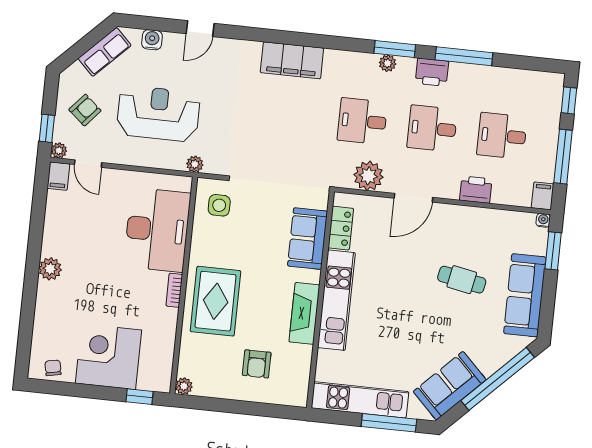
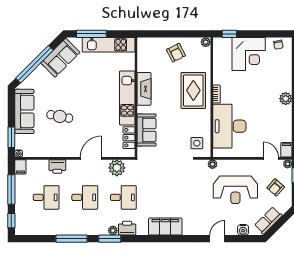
printer: (432, 72) -> (127, 228), moved
armchair: (257, 364) -> (176, 53), moved, turned 153

